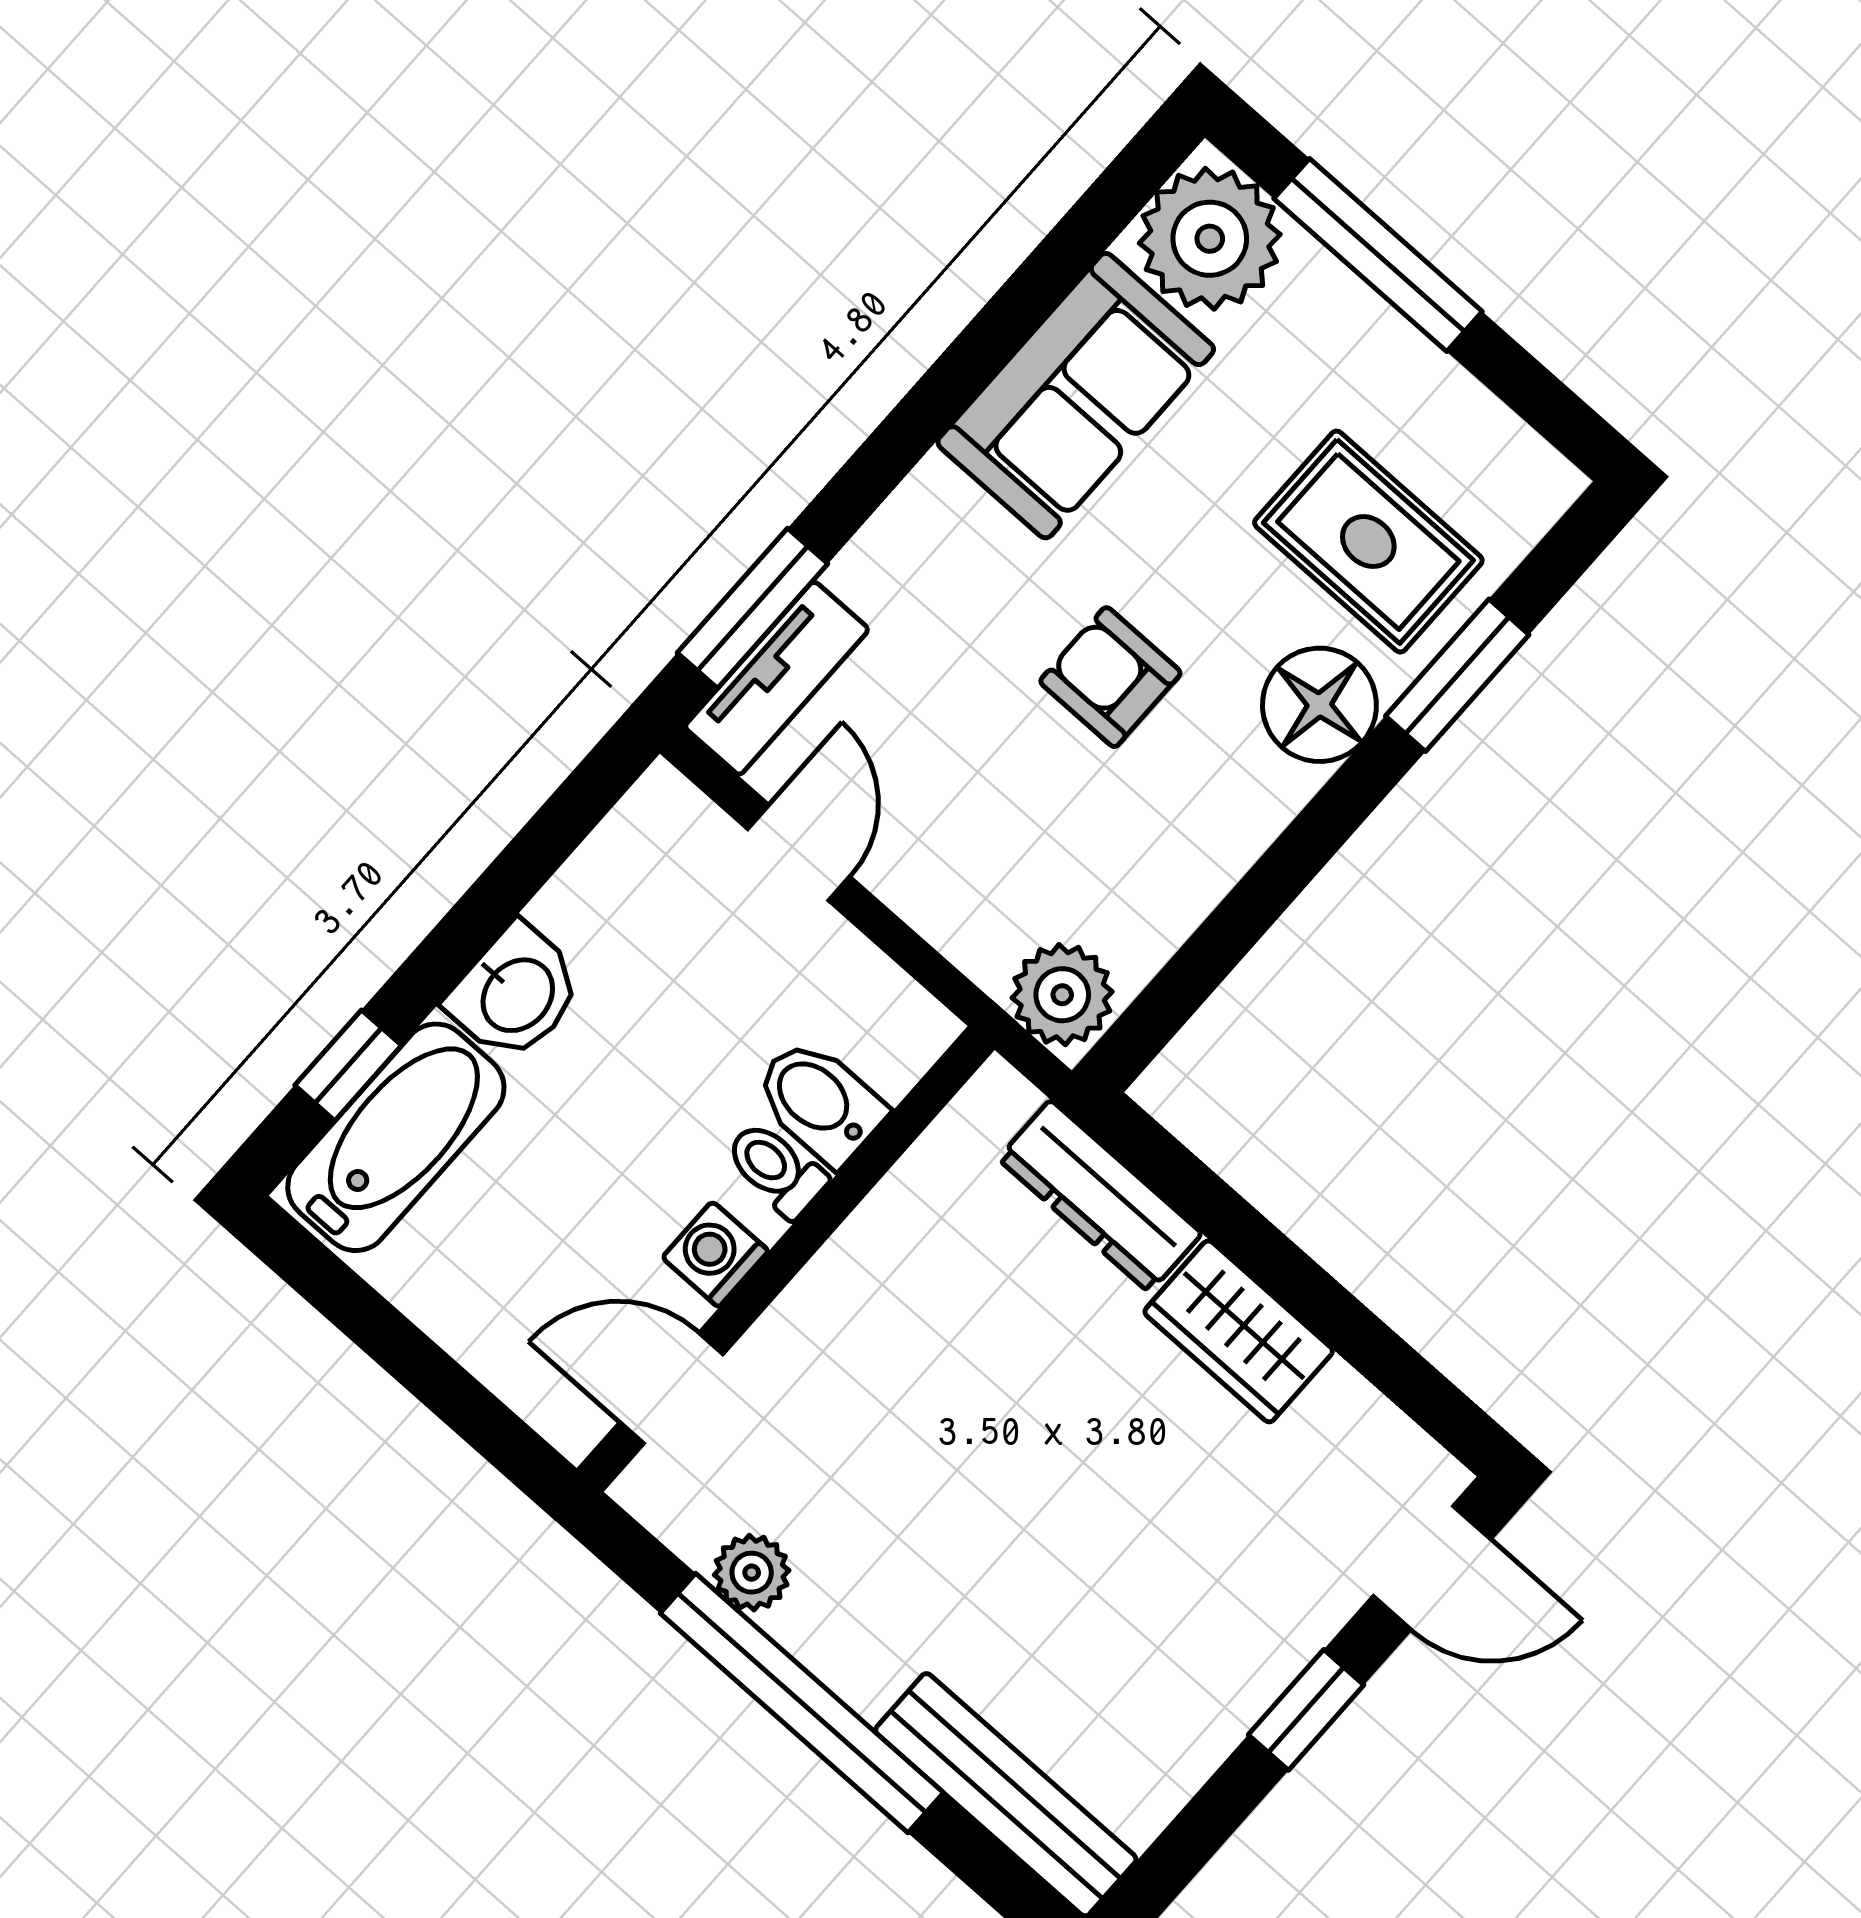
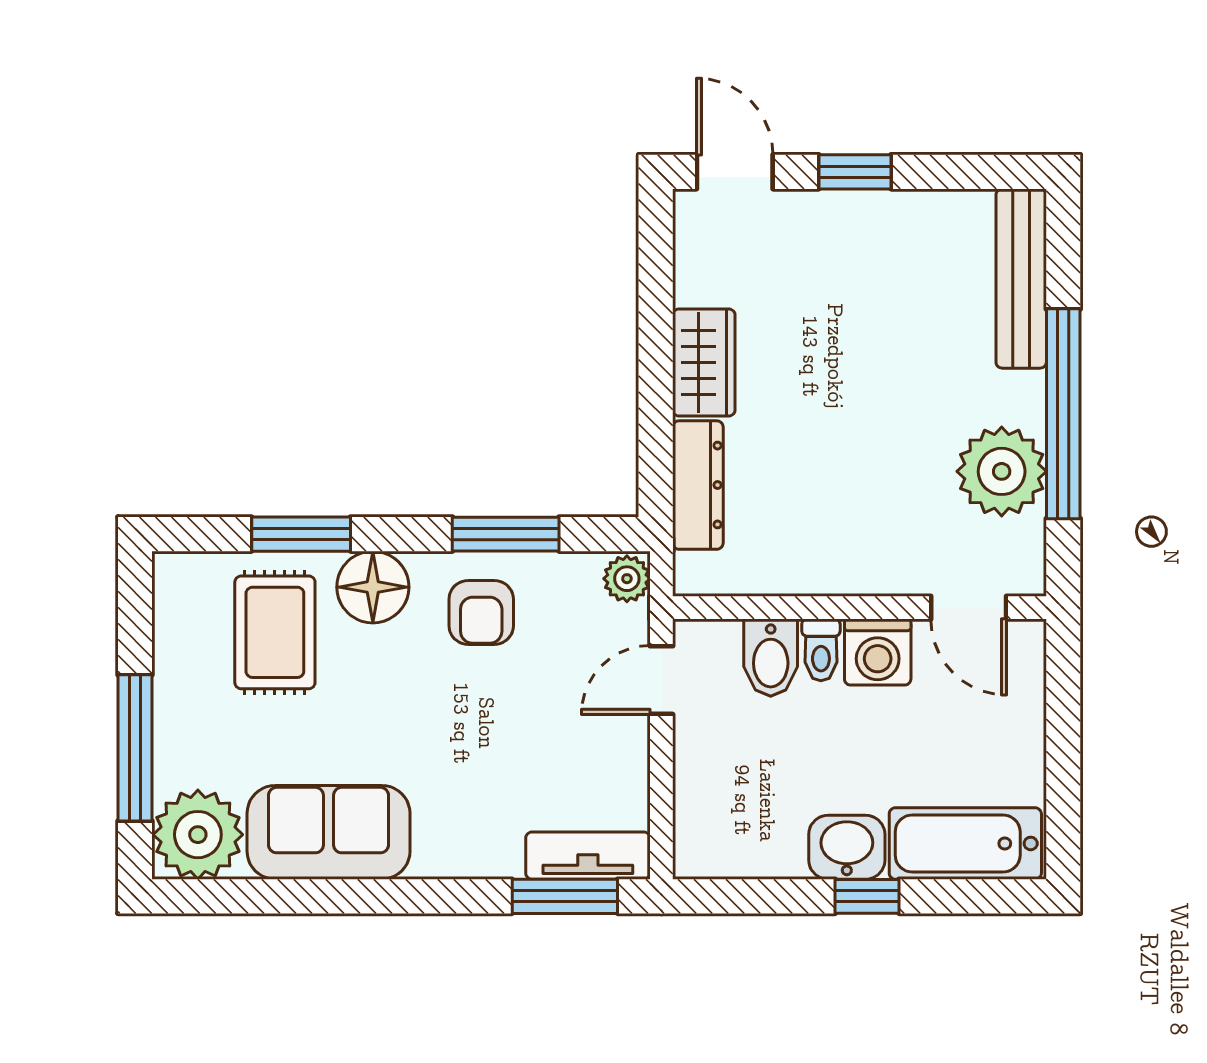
armchair: (1110, 677) -> (481, 612), moved
door: (799, 853) -> (661, 680), moved
window: (1243, 917) -> (506, 534), added
plant: (1062, 995) -> (627, 579), width x0.73, depth x0.73
window: (348, 1065) -> (867, 896), moved
washing machine: (715, 1254) -> (878, 652), width x1.38, depth x1.38
plant: (752, 1573) -> (1002, 471), width x1.87, depth x1.87

